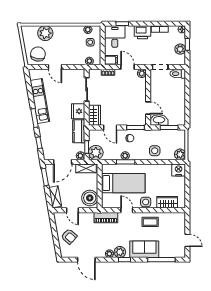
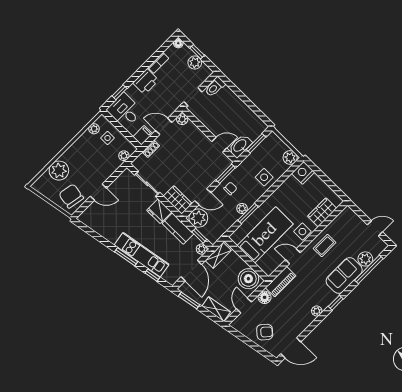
kitchen unit: (40, 101) -> (142, 255), moved
plant: (96, 153) -> (198, 218), moved
door: (72, 210) -> (244, 305), swing flipped
floor lamp: (88, 217) -> (265, 297), added
plant: (120, 252) -> (365, 259), moved
door: (86, 260) -> (291, 348), moved

